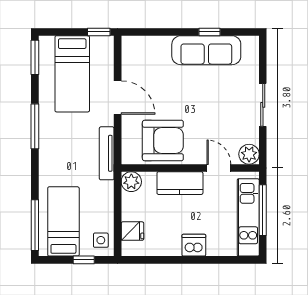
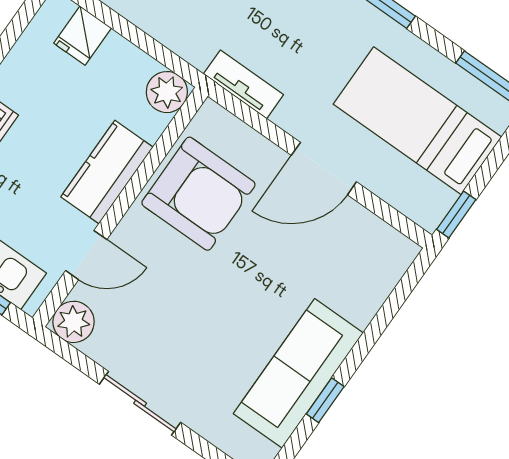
armchair: (163, 140) -> (198, 194), turned -90
tv unit: (107, 153) -> (243, 84), width x0.71

